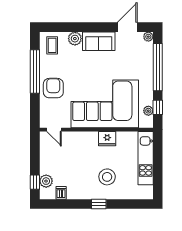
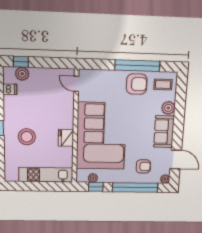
armchair: (135, 60) -> (143, 166), added
armchair: (53, 88) -> (137, 84), moved
door: (54, 130) -> (76, 84), hinge flipped

